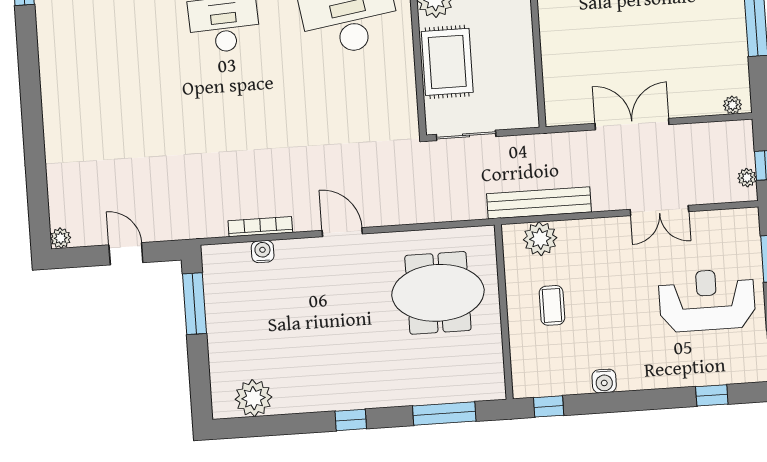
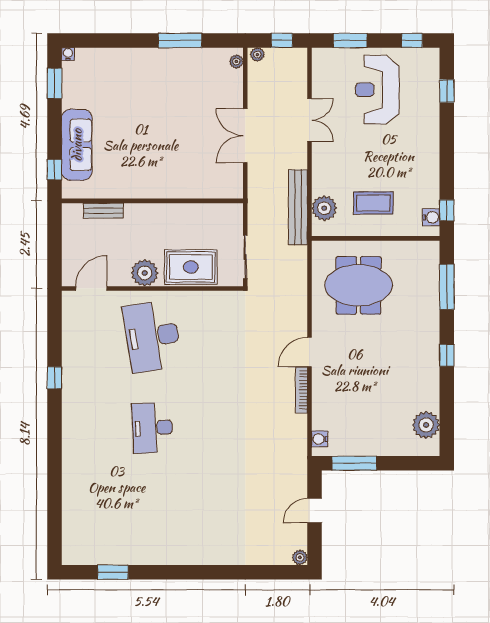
plant: (747, 178) -> (257, 54), moved
bookcase: (260, 227) -> (301, 390), moved
water cooler: (263, 252) -> (320, 439), moved
meeting table: (438, 293) -> (359, 285), turned 90
coffee table: (552, 305) -> (373, 203), width x1.36, depth x1.30
water cooler: (604, 381) -> (431, 217), moved

